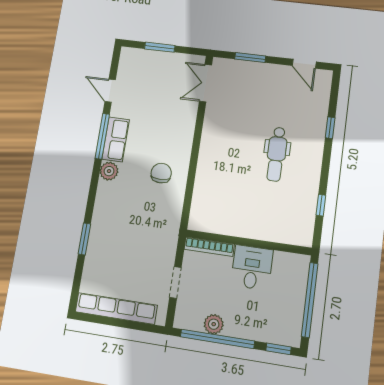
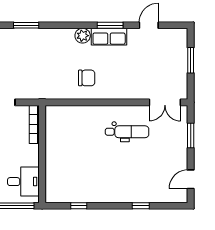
double door: (205, 83) -> (165, 102), swing flipped
window: (102, 136) -> (110, 25), width x0.69
dental chair: (276, 154) -> (127, 132), moved, turned 180
desk: (252, 268) -> (23, 182), moved

